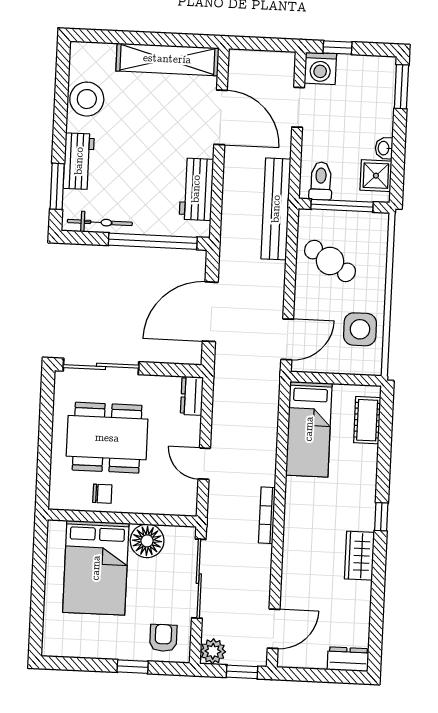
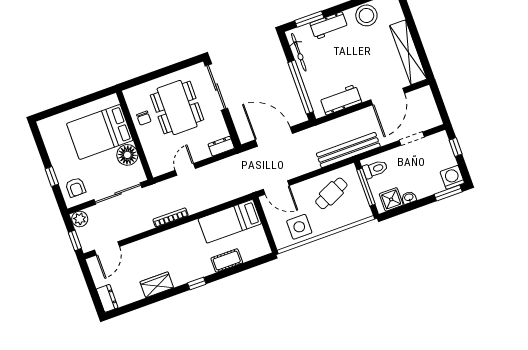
washing machine: (320, 68) -> (452, 177), moved, turned 90
cafe table: (330, 261) -> (331, 193), turned 33
cot: (367, 420) -> (227, 260), moved
wardrobe: (359, 556) -> (157, 285), moved
door: (274, 629) -> (107, 248), hinge flipped
armchair: (163, 638) -> (76, 187), turned 90

